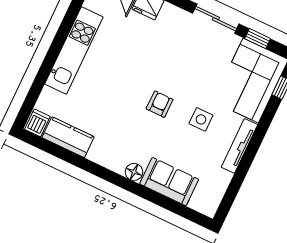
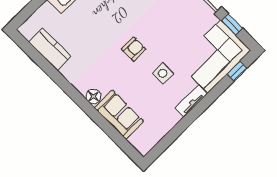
dishwasher: (37, 123) -> (29, 29), removed
tv unit: (239, 146) -> (191, 101), width x0.71

